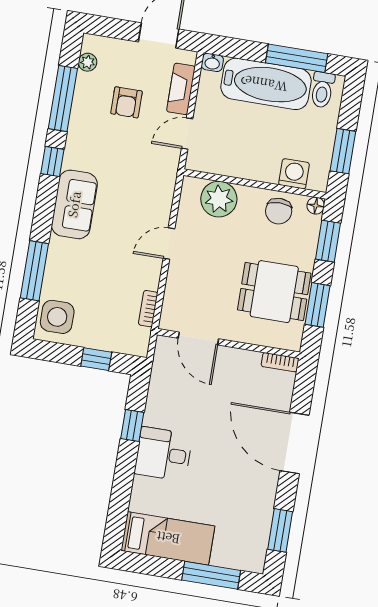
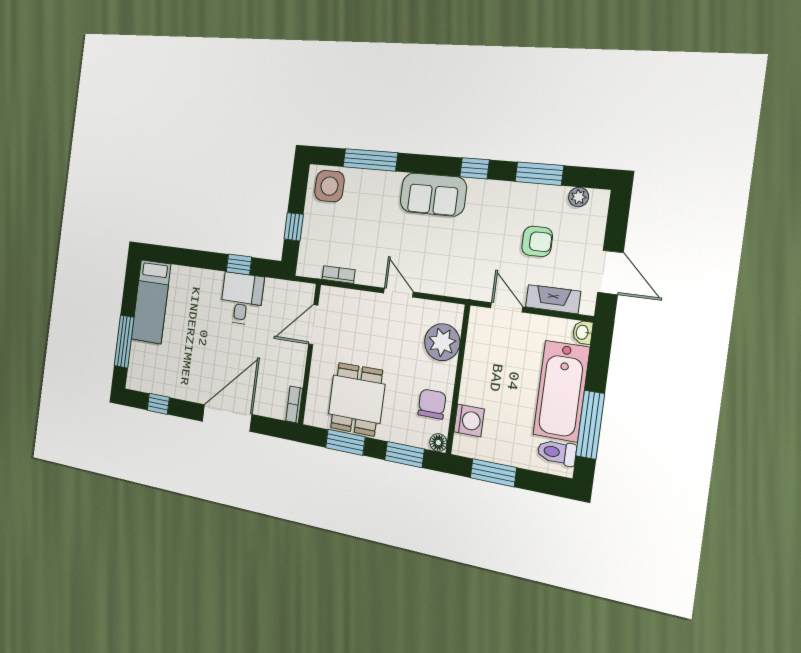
window: (63, 98) -> (539, 174), width x0.69
armchair: (126, 102) -> (537, 241), turned 180
chair: (279, 211) -> (432, 404), turned 90
desk: (163, 454) -> (242, 299), moved
window: (280, 530) -> (158, 404), width x0.67

